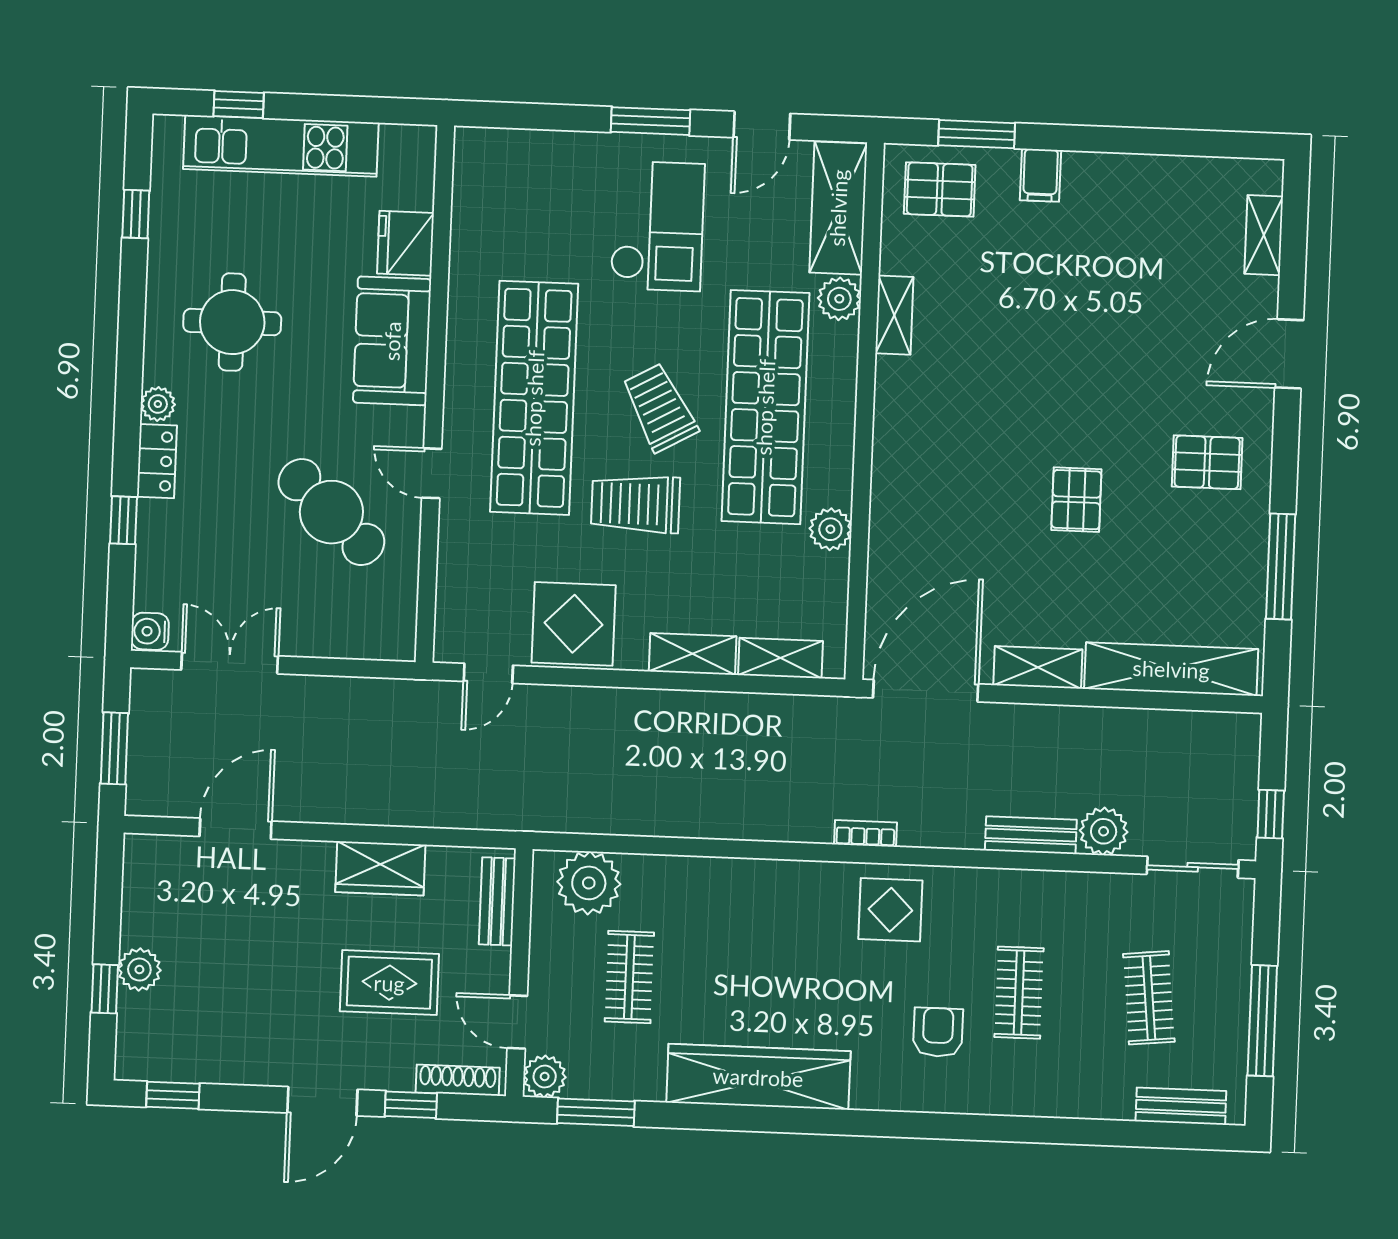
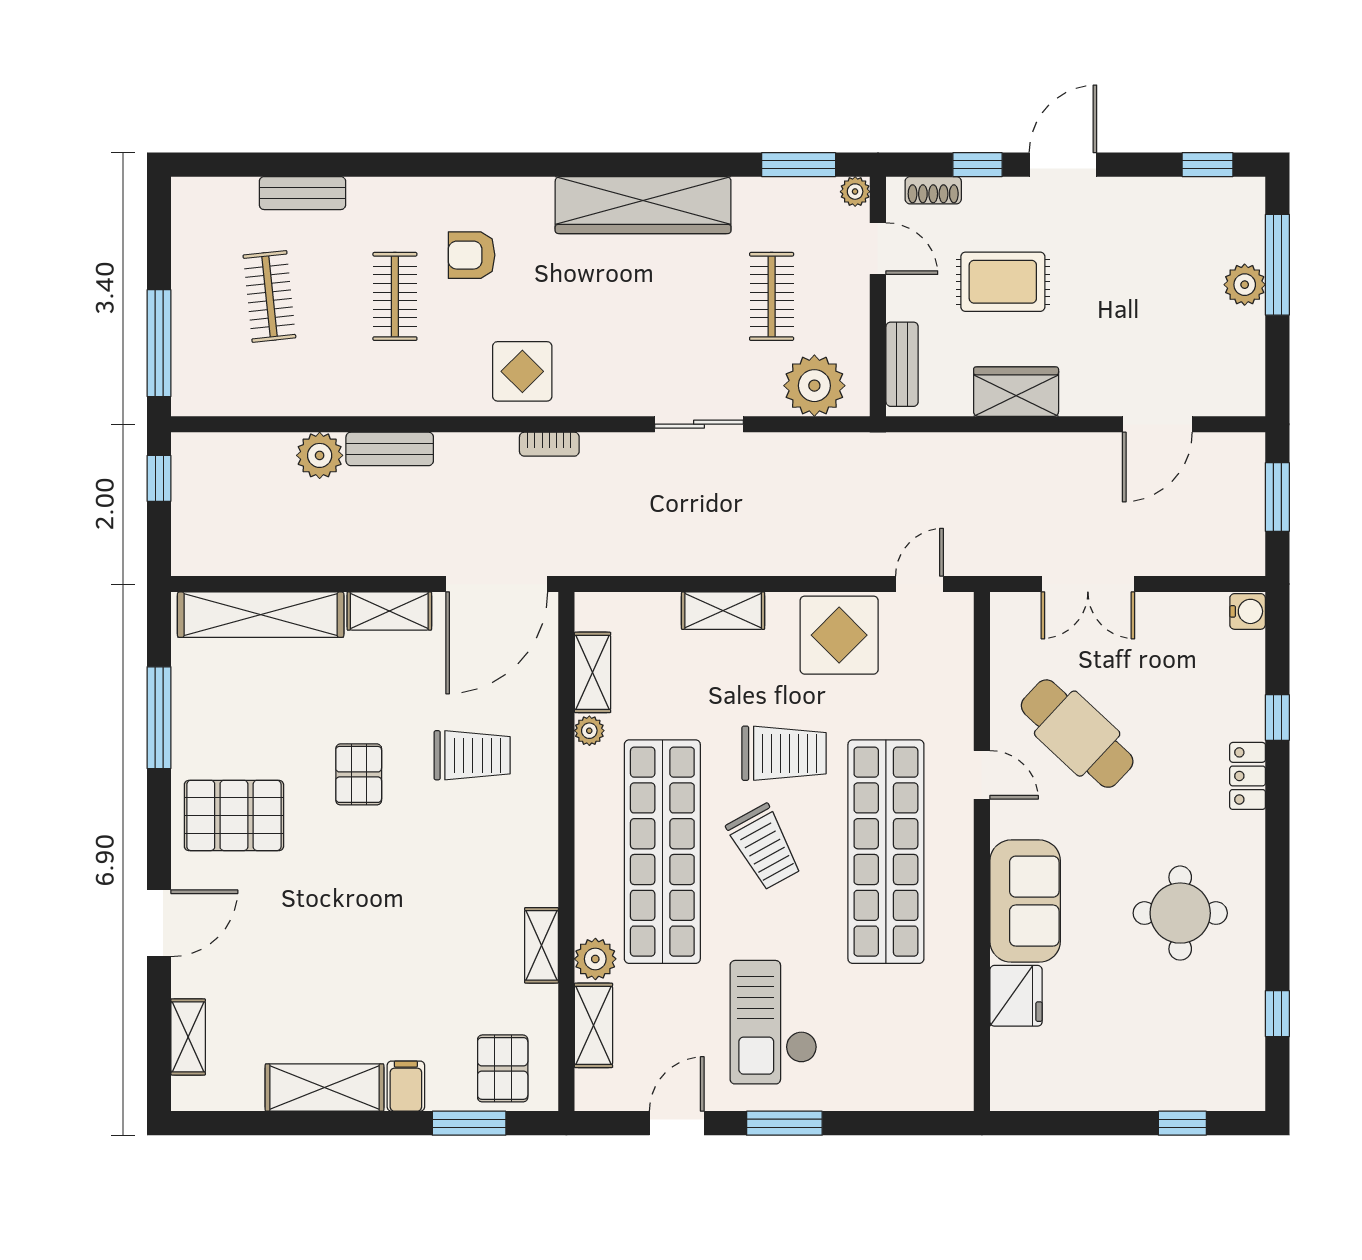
kitchen unit: (281, 146) -> (1140, 1085), removed
shelving: (1125, 177) -> (325, 1088), added
pallet: (940, 189) -> (503, 1068), turned 90
shelving: (838, 208) -> (593, 1025), width x0.67, depth x0.75
plant: (158, 404) -> (1249, 831), removed
pallet: (1207, 462) -> (234, 815), width x1.50, depth x1.42
trolley: (958, 515) -> (472, 755), added
plant: (830, 529) -> (589, 731), width x0.73, depth x0.73
shelving: (781, 658) -> (593, 672), moved, turned 90
double door: (230, 663) -> (1088, 584), moved
sliding door: (1193, 867) -> (699, 424), moved
window: (105, 989) -> (1277, 265), width x2.17
window: (1262, 1021) -> (159, 343), moved
armchair: (938, 1032) -> (472, 255), turned 90
plant: (545, 1076) -> (855, 192), width x0.73, depth x0.73
shoe rack: (458, 1080) -> (933, 190), width x0.70
bench: (1181, 1106) -> (302, 193), moved

